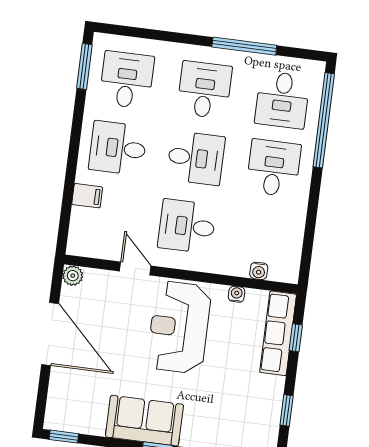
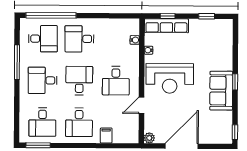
desk: (127, 80) -> (42, 122), turned -90

